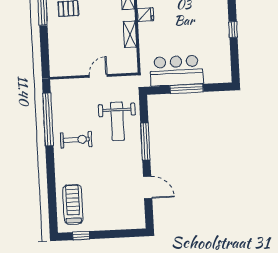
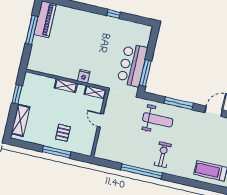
wall: (94, 76) -> (100, 123), moved
door: (98, 76) -> (100, 120), moved
window: (187, 89) -> (145, 73), moved

